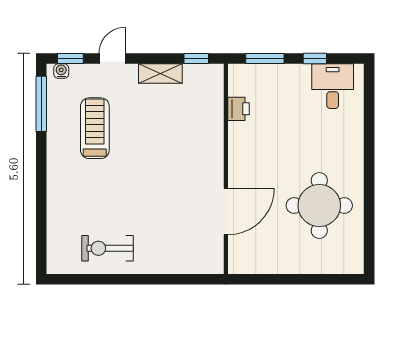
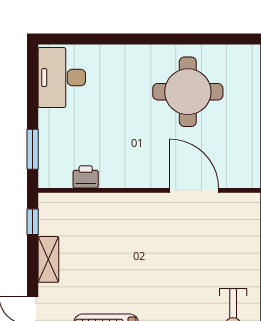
window: (315, 59) -> (33, 96), removed
desk: (333, 86) -> (62, 78), width x1.37

